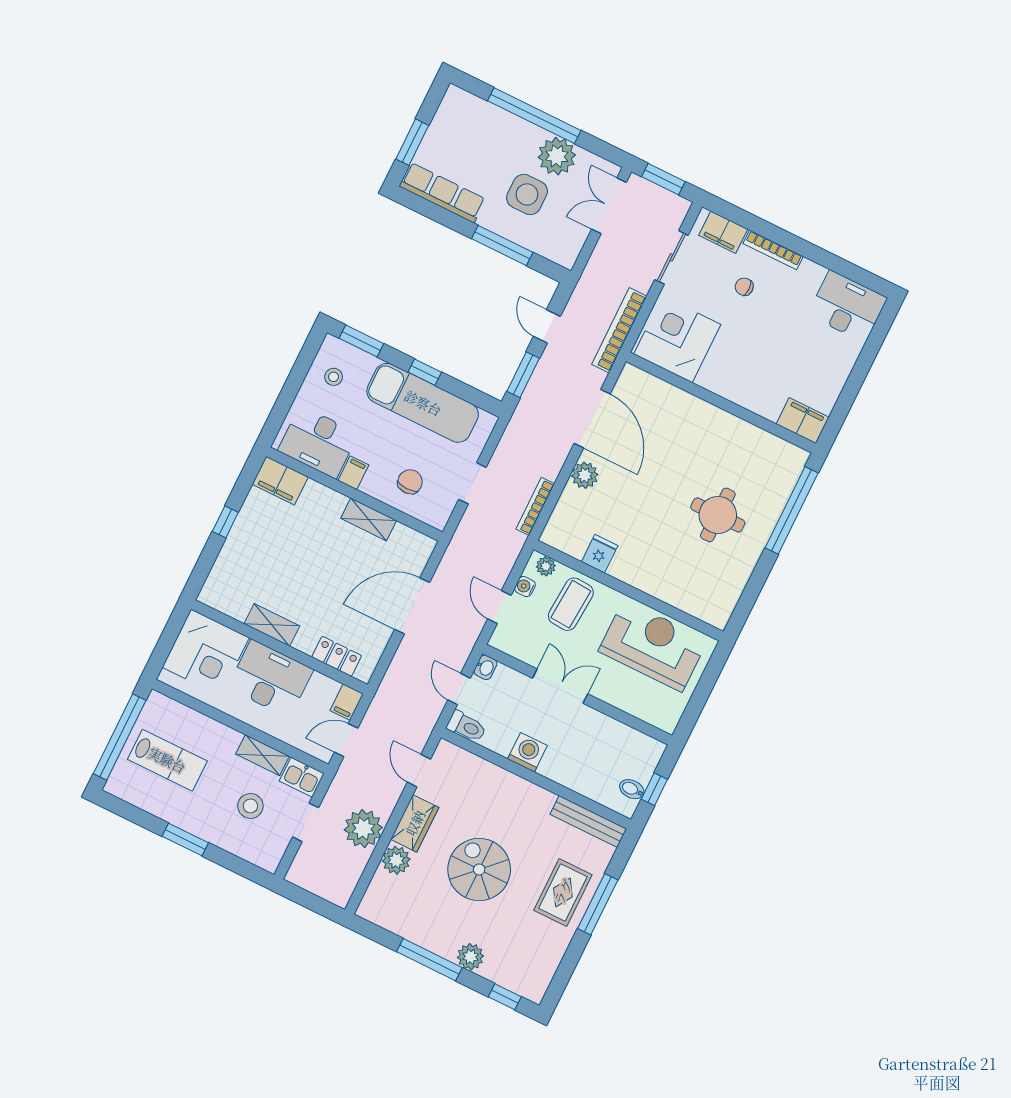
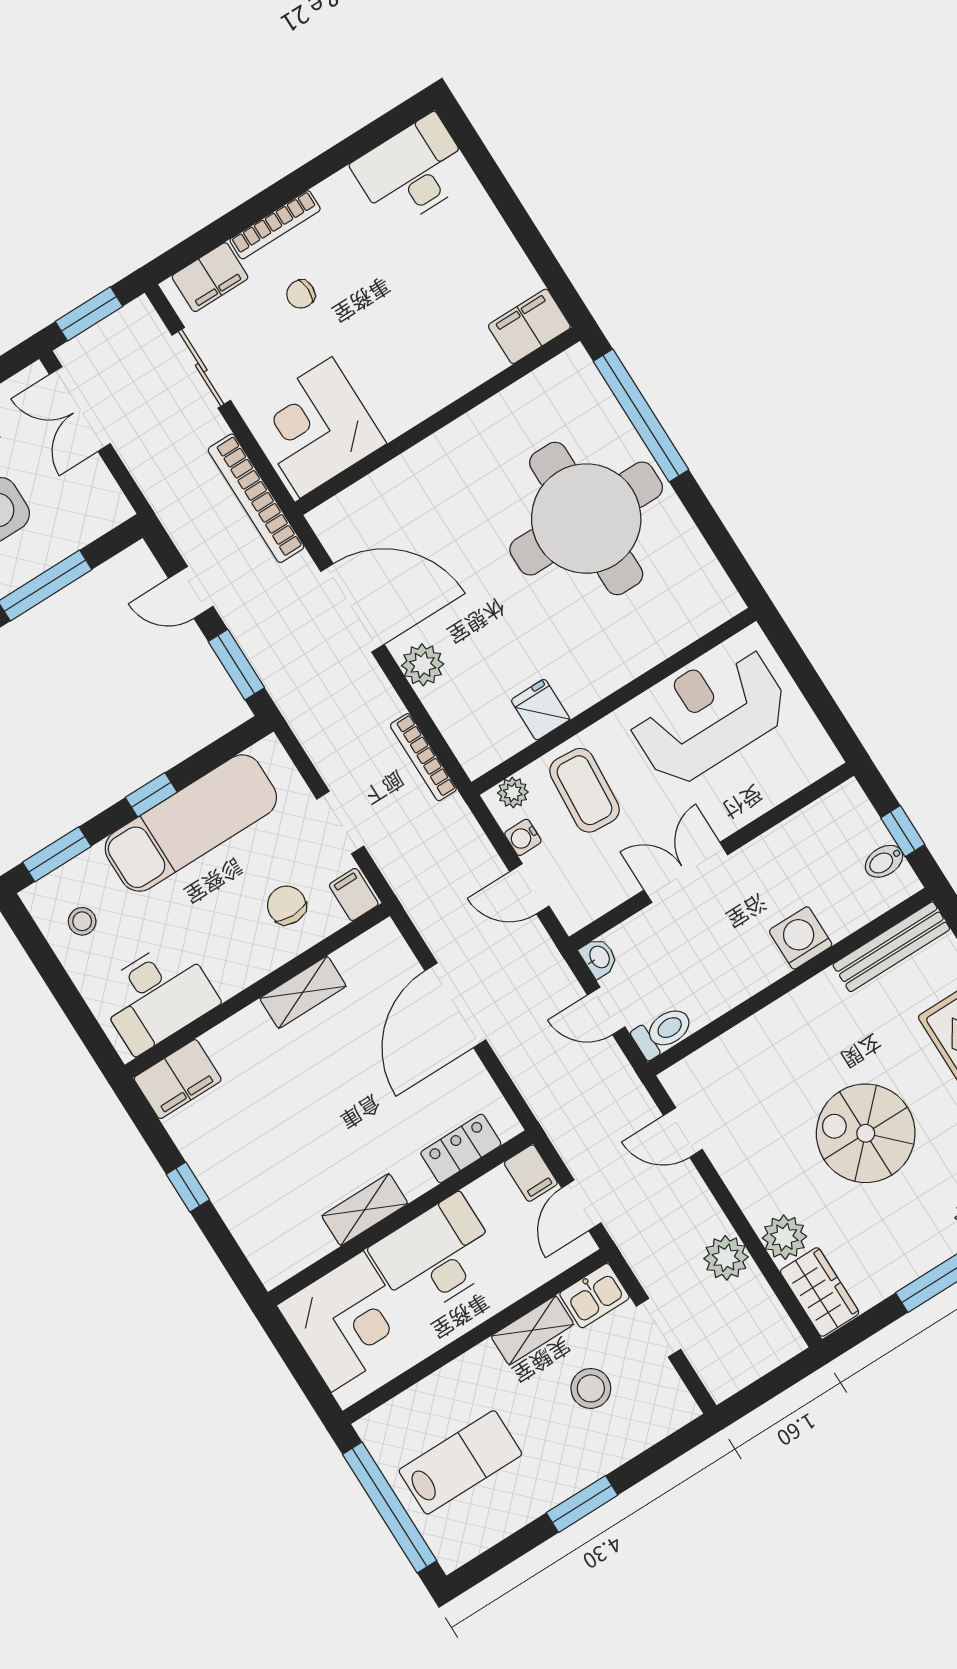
filing cabinet: (353, 473) -> (354, 894), moved
round table: (718, 515) -> (586, 519), width x1.86, depth x1.86
washing machine: (527, 752) -> (801, 938), moved
wardrobe: (415, 823) -> (820, 1292), moved
plant: (363, 829) -> (726, 1258), width x0.73, depth x0.73

